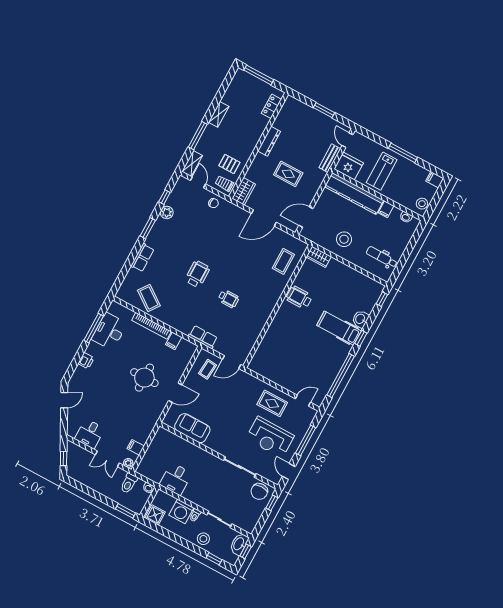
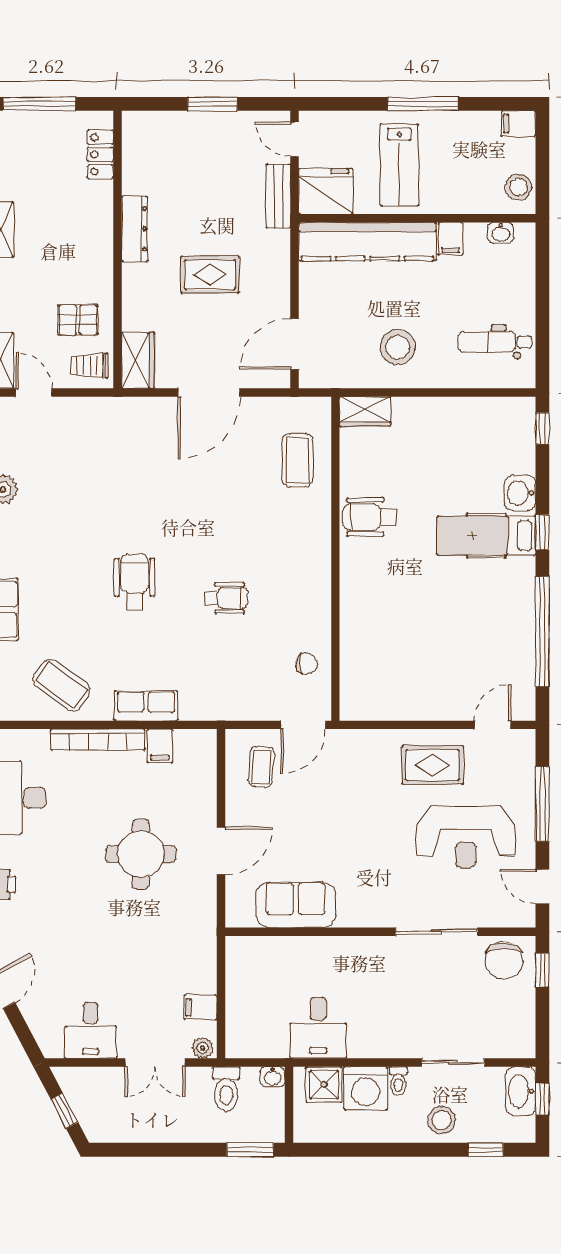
chair: (214, 203) -> (306, 664), moved
row of seats: (203, 337) -> (146, 706), moved
shower: (155, 515) -> (324, 1085), moved

